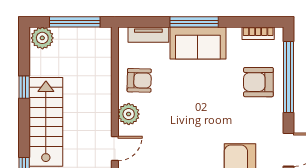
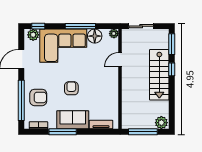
window: (194, 22) -> (63, 132), moved
armchair: (139, 80) -> (71, 88), moved, turned 89
window: (24, 87) -> (172, 69), moved
plant: (129, 114) -> (112, 79), removed

